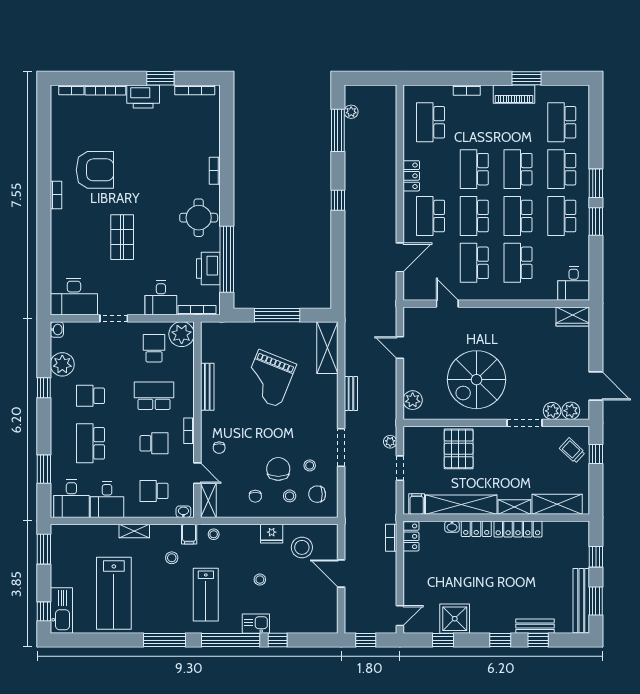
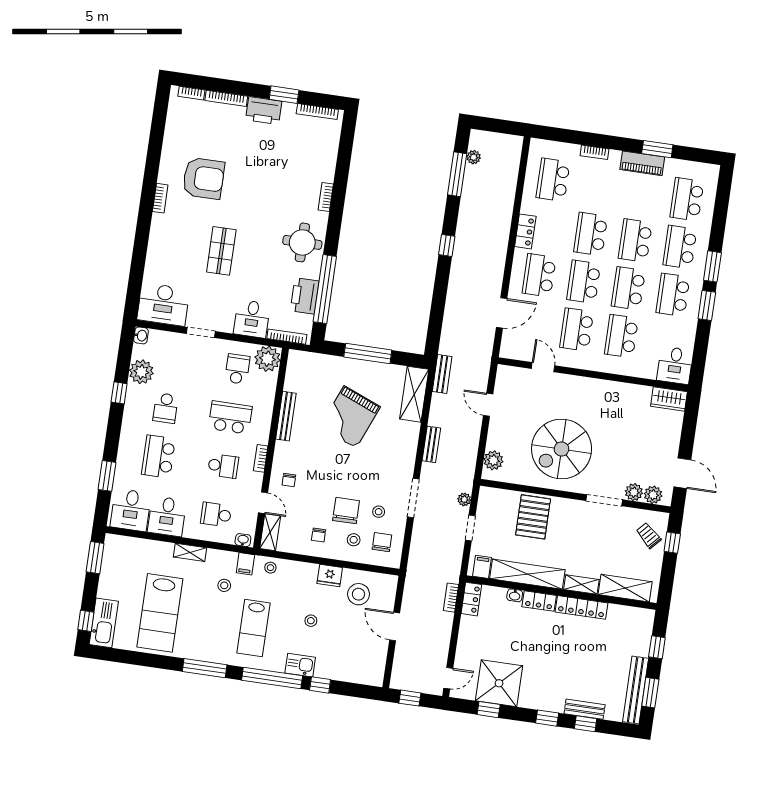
bench: (351, 324) -> (442, 374), added
school desk: (91, 396) -> (166, 408), turned -90
chair: (317, 494) -> (382, 542), turned 92
shower: (455, 619) -> (499, 683), width x1.37, depth x1.37

